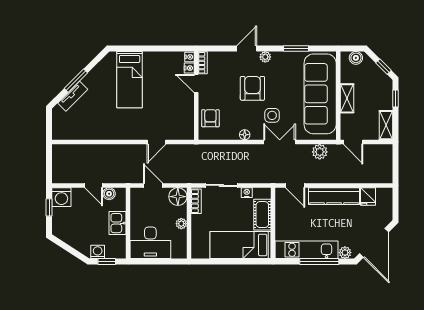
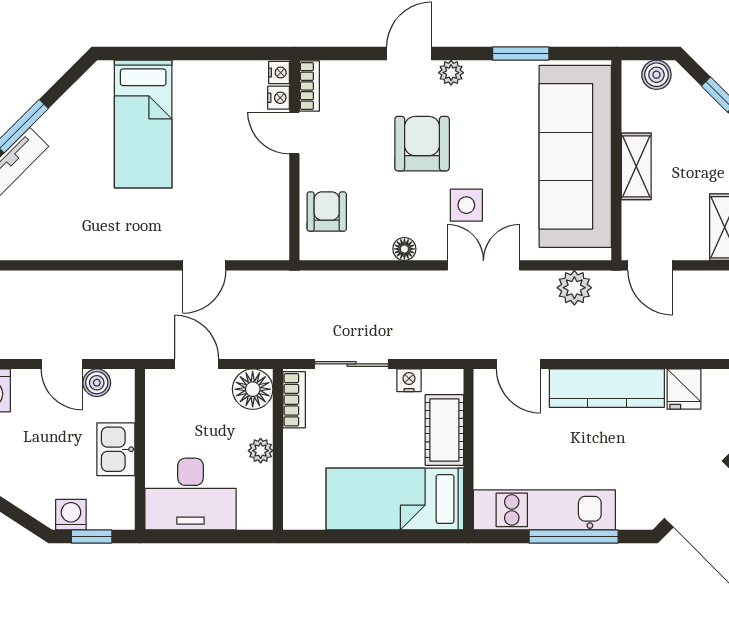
plant: (345, 253) -> (632, 516), removed

